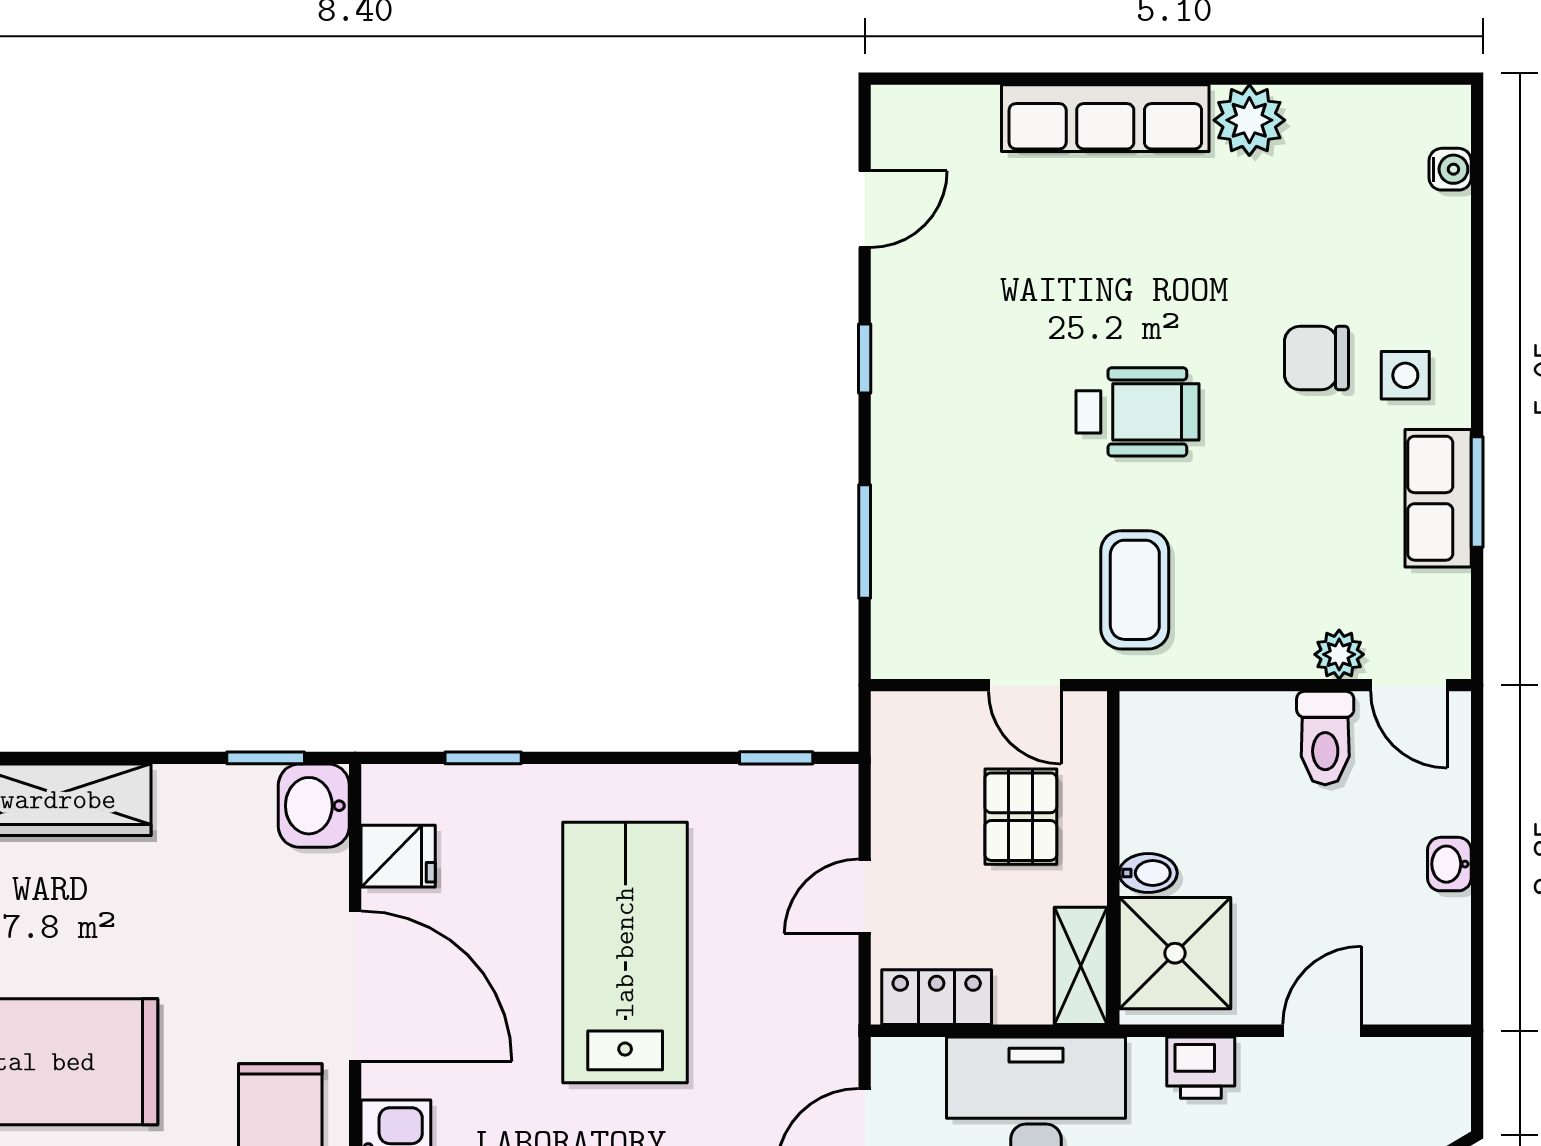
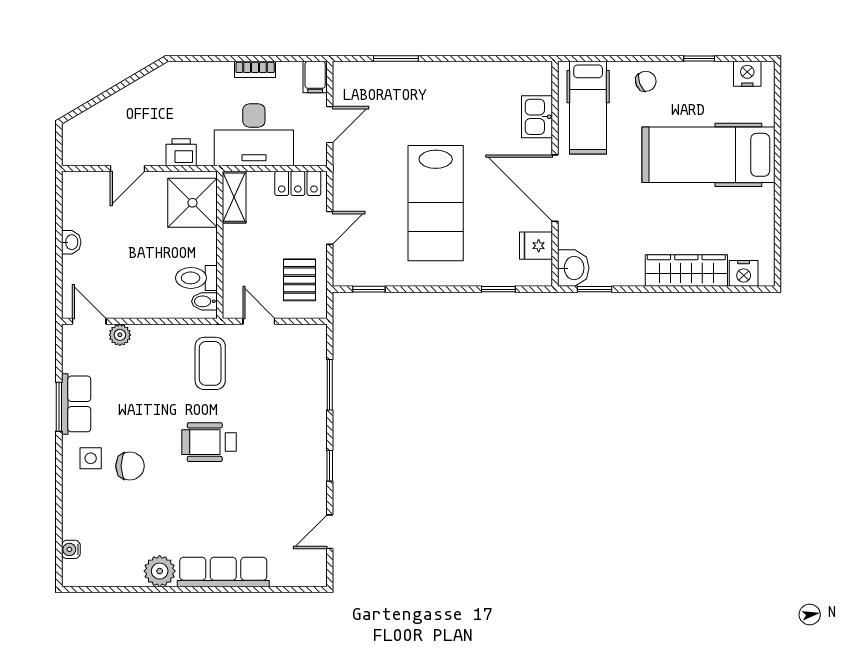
toilet: (1325, 738) -> (196, 278), moved, turned -90
pallet: (1021, 817) -> (299, 280), moved
bidet: (1148, 873) -> (204, 301), moved

